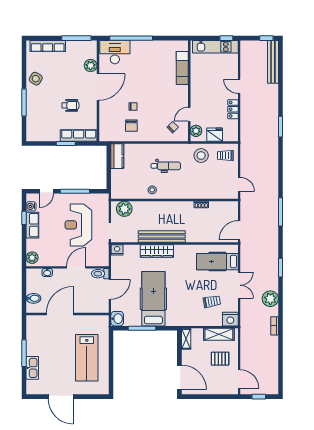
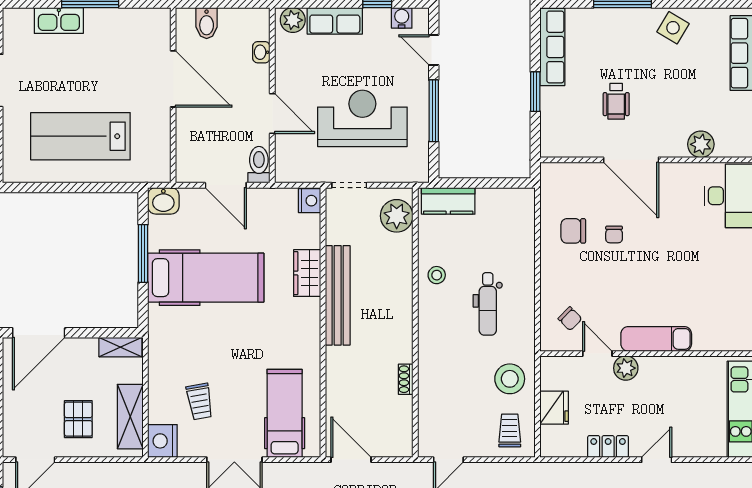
exam couch: (182, 68) -> (656, 339), moved
door: (98, 87) -> (631, 160), moved
plant: (196, 131) -> (626, 368), moved
row of seats: (79, 135) -> (552, 47), moved
kitchen counter: (117, 156) -> (448, 201), moved
row of seats: (32, 225) -> (335, 21), moved
wardrobe: (157, 251) -> (307, 273), width x0.67

